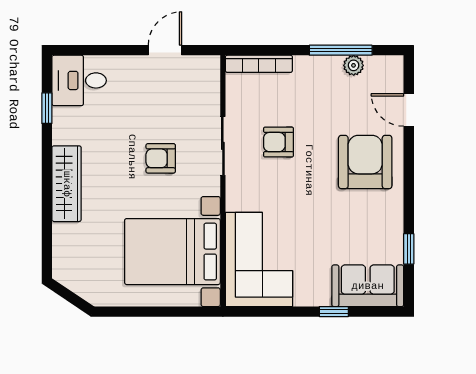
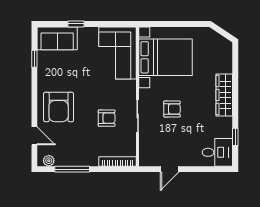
plant: (354, 65) -> (49, 161), moved

